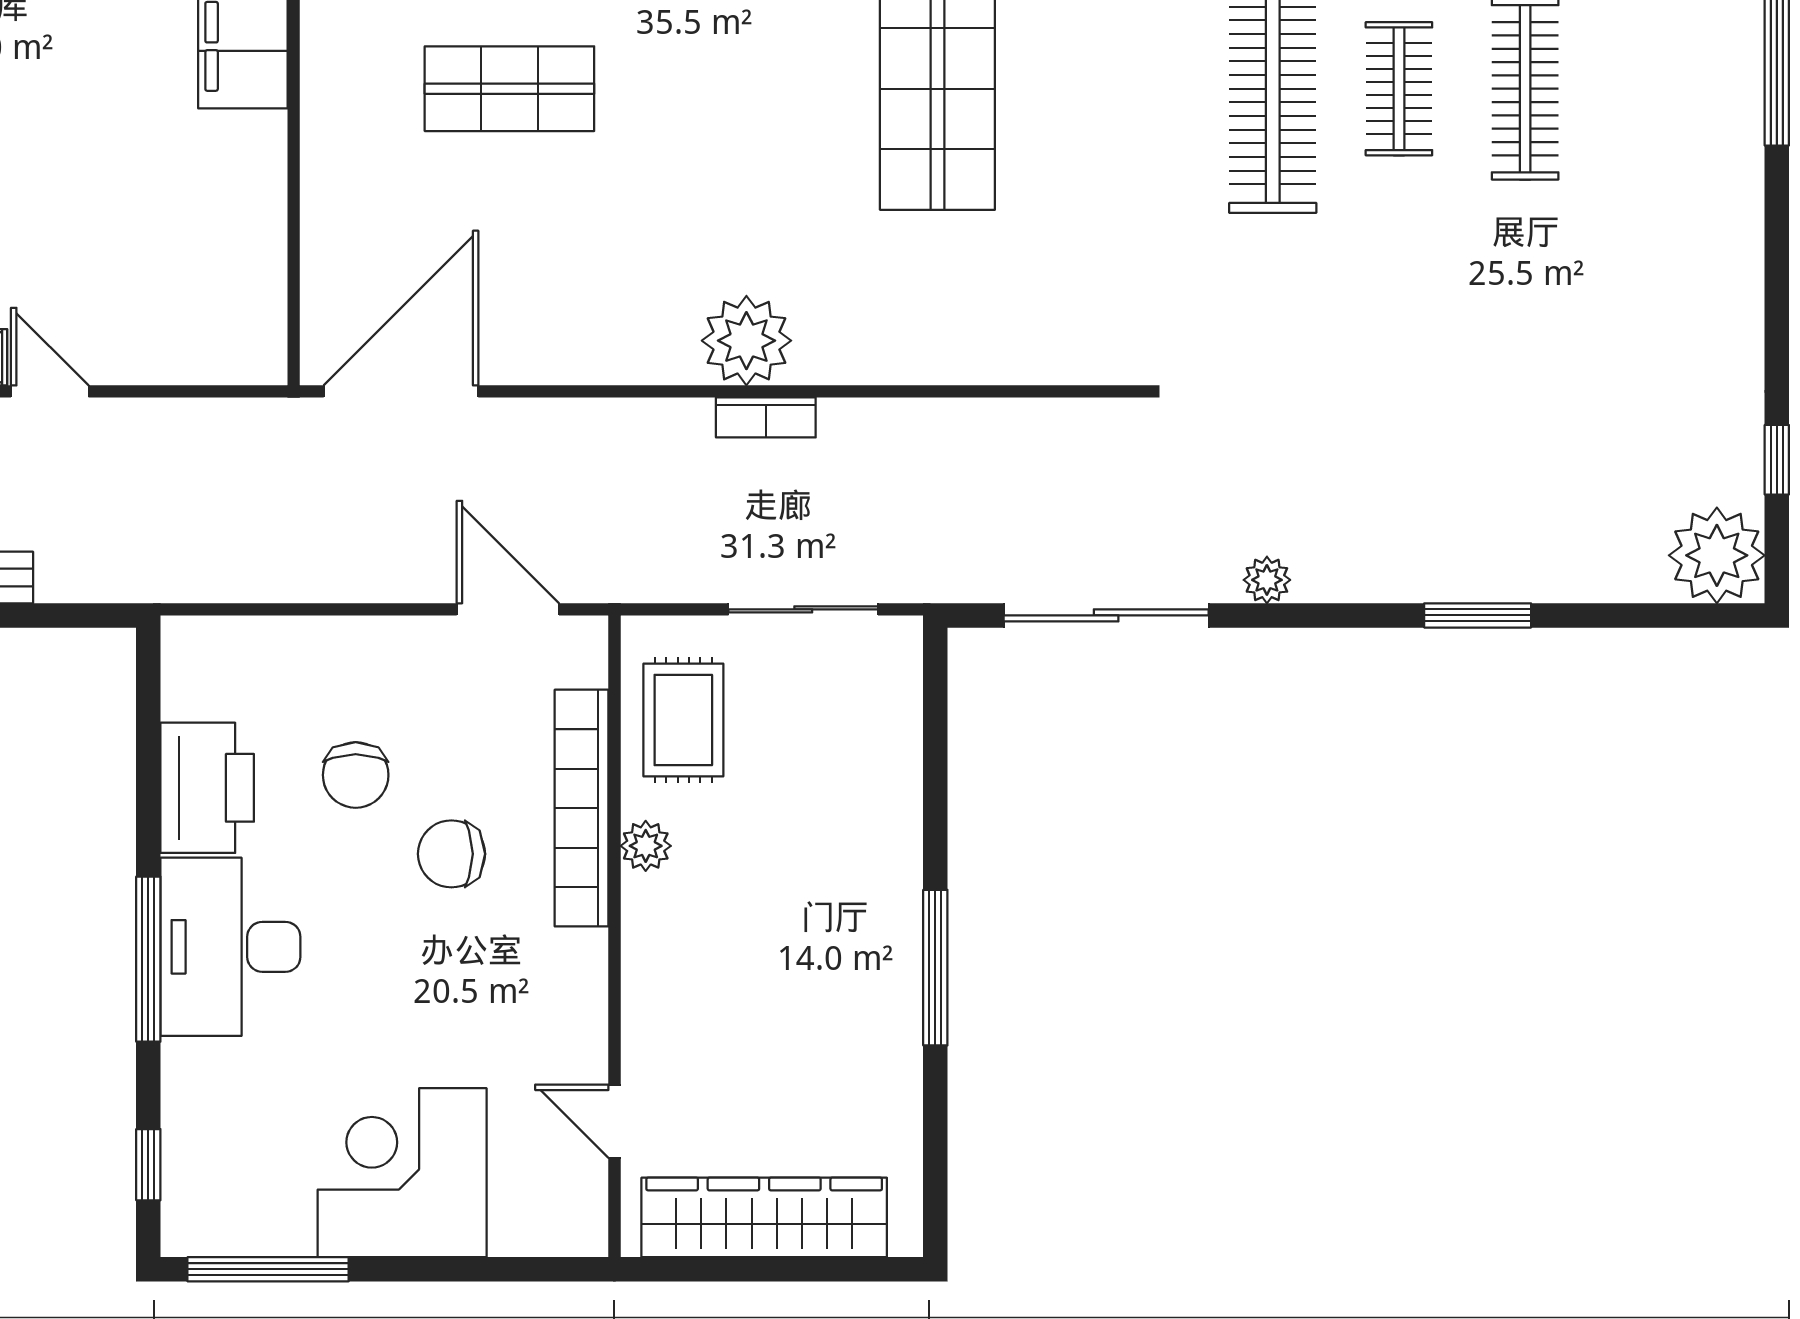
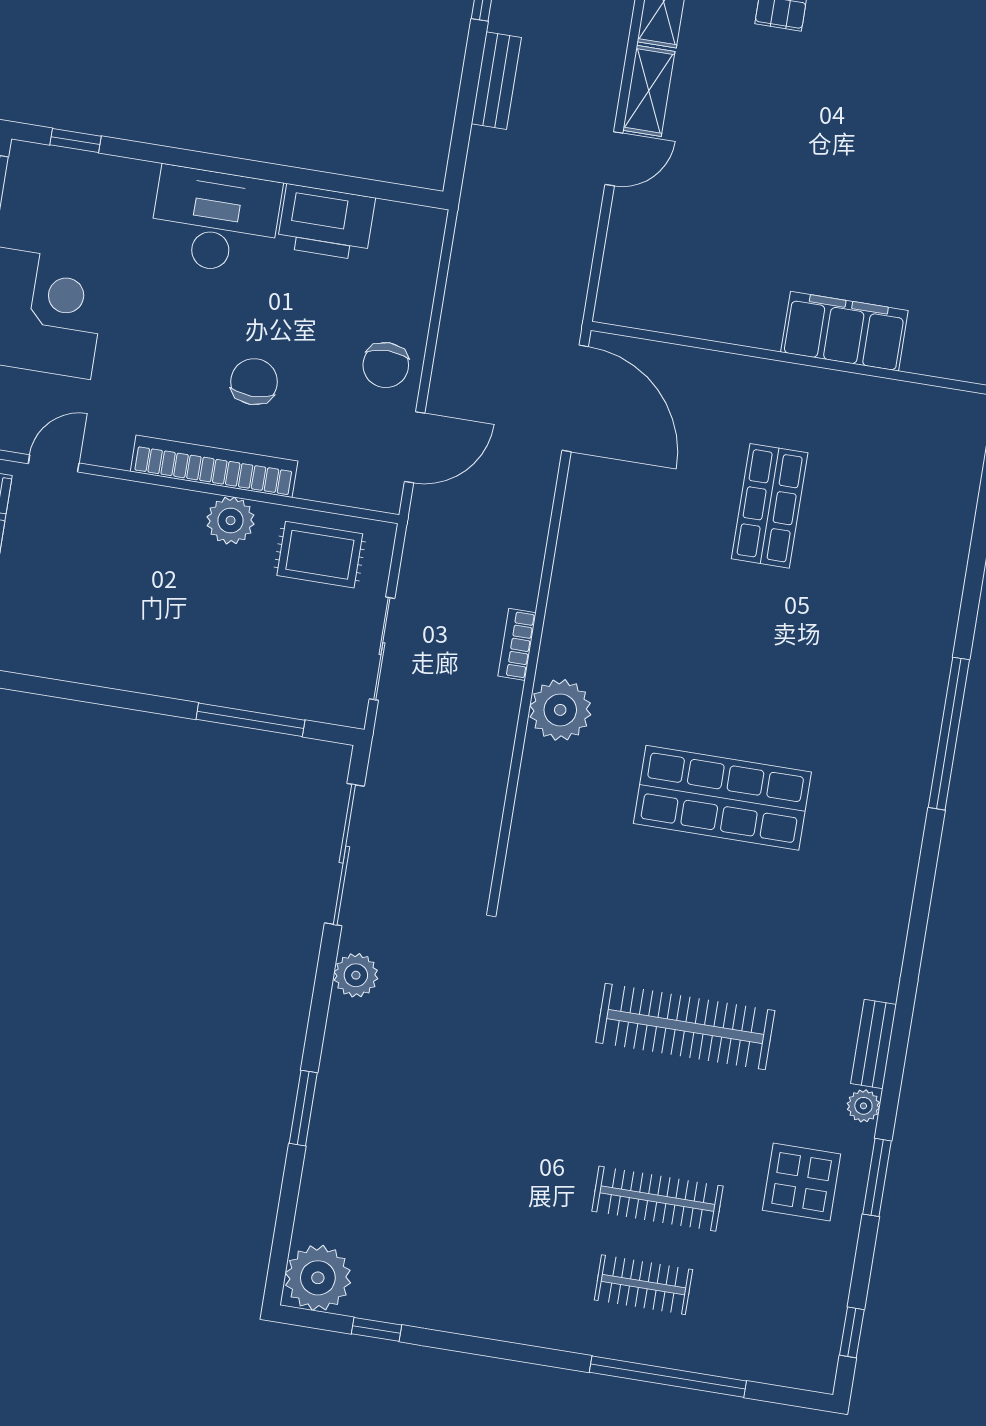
clothes rail: (1399, 89) -> (643, 1285), moved
plant: (746, 341) -> (560, 710), moved
plant: (1267, 580) -> (356, 975), width x1.38, depth x1.38
chair: (356, 775) -> (386, 365), moved, turned -90
bookcase: (582, 808) -> (214, 466), moved
plant: (646, 846) -> (231, 520), width x1.38, depth x1.38
window: (148, 959) -> (216, 163), removed
window: (935, 968) -> (250, 720), moved

